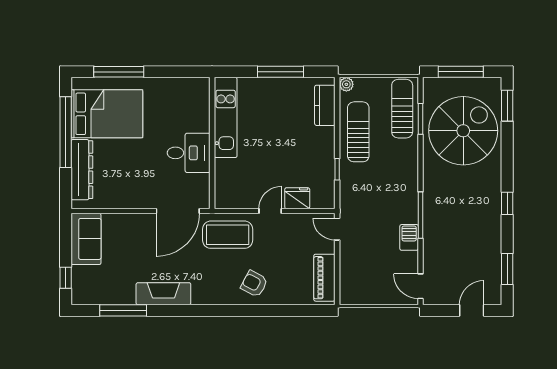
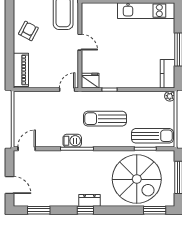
kitchen counter: (325, 105) -> (168, 74), moved, turned -90
sun lounger: (358, 132) -> (105, 119), moved, turned 180
fridge: (297, 198) -> (90, 81), moved, turned -90
dresser: (493, 198) -> (89, 200), added
barbecue: (409, 237) -> (72, 141), moved
piano: (324, 278) -> (21, 70), moved, turned 90

